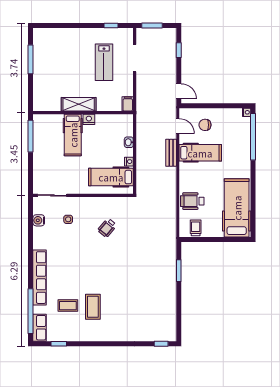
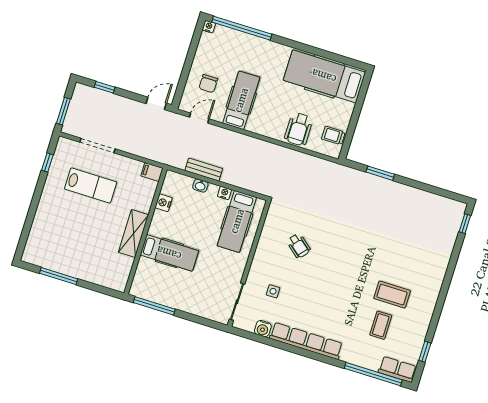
nightstand: (89, 119) -> (164, 203), moved
bench: (171, 153) -> (204, 170), moved
row of seats: (40, 278) -> (306, 341), moved

